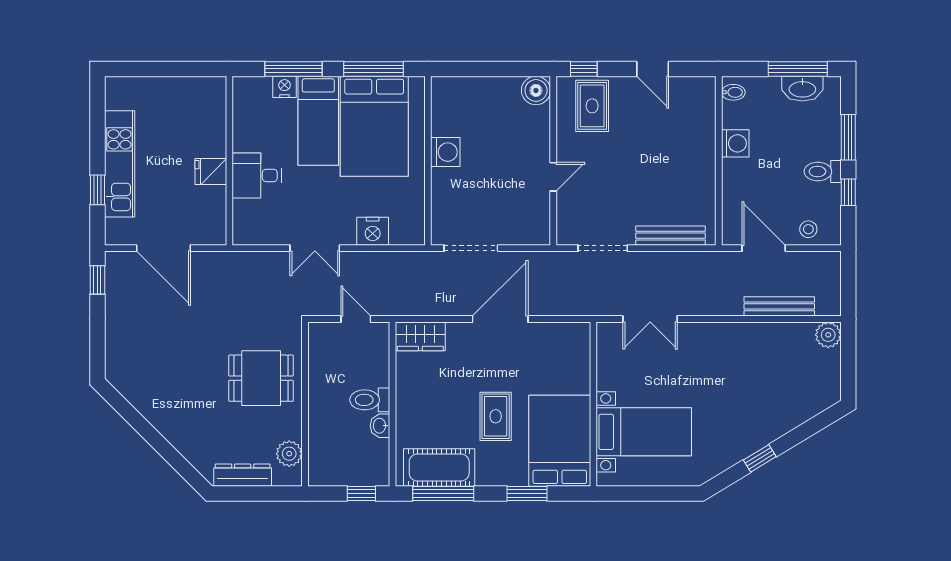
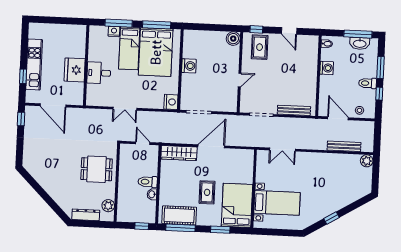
fridge: (211, 172) -> (75, 70), width x1.88, depth x1.34
nightstand: (373, 231) -> (171, 102), moved, turned -90
wardrobe: (420, 336) -> (179, 153), width x1.50

